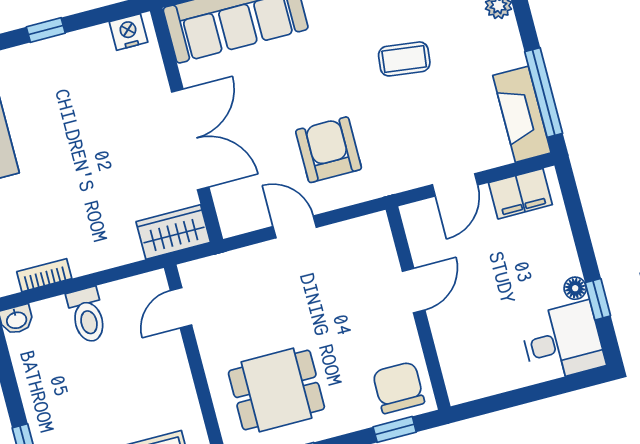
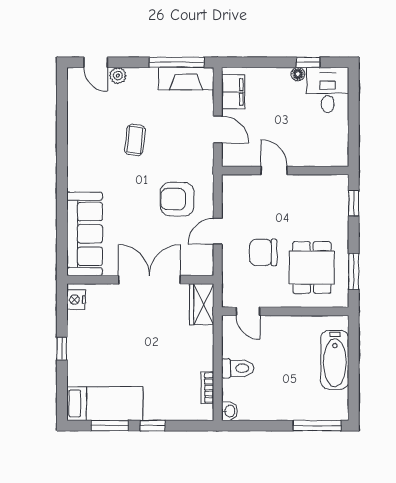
chair: (399, 388) -> (263, 252), moved

